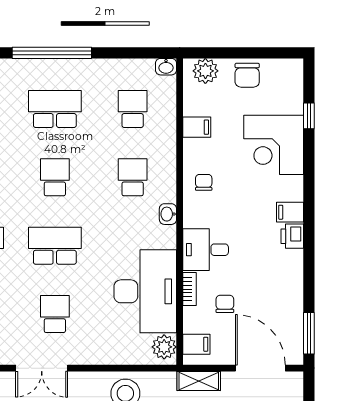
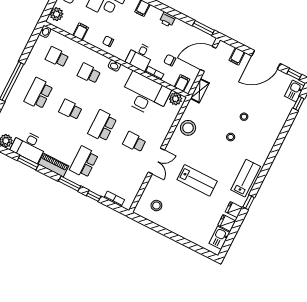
printer: (292, 236) -> (167, 19), moved

